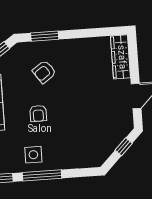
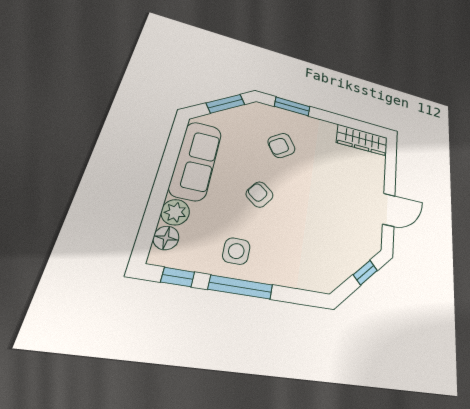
wardrobe: (121, 57) -> (362, 140), moved, turned -90
armchair: (38, 113) -> (260, 194), turned 126

